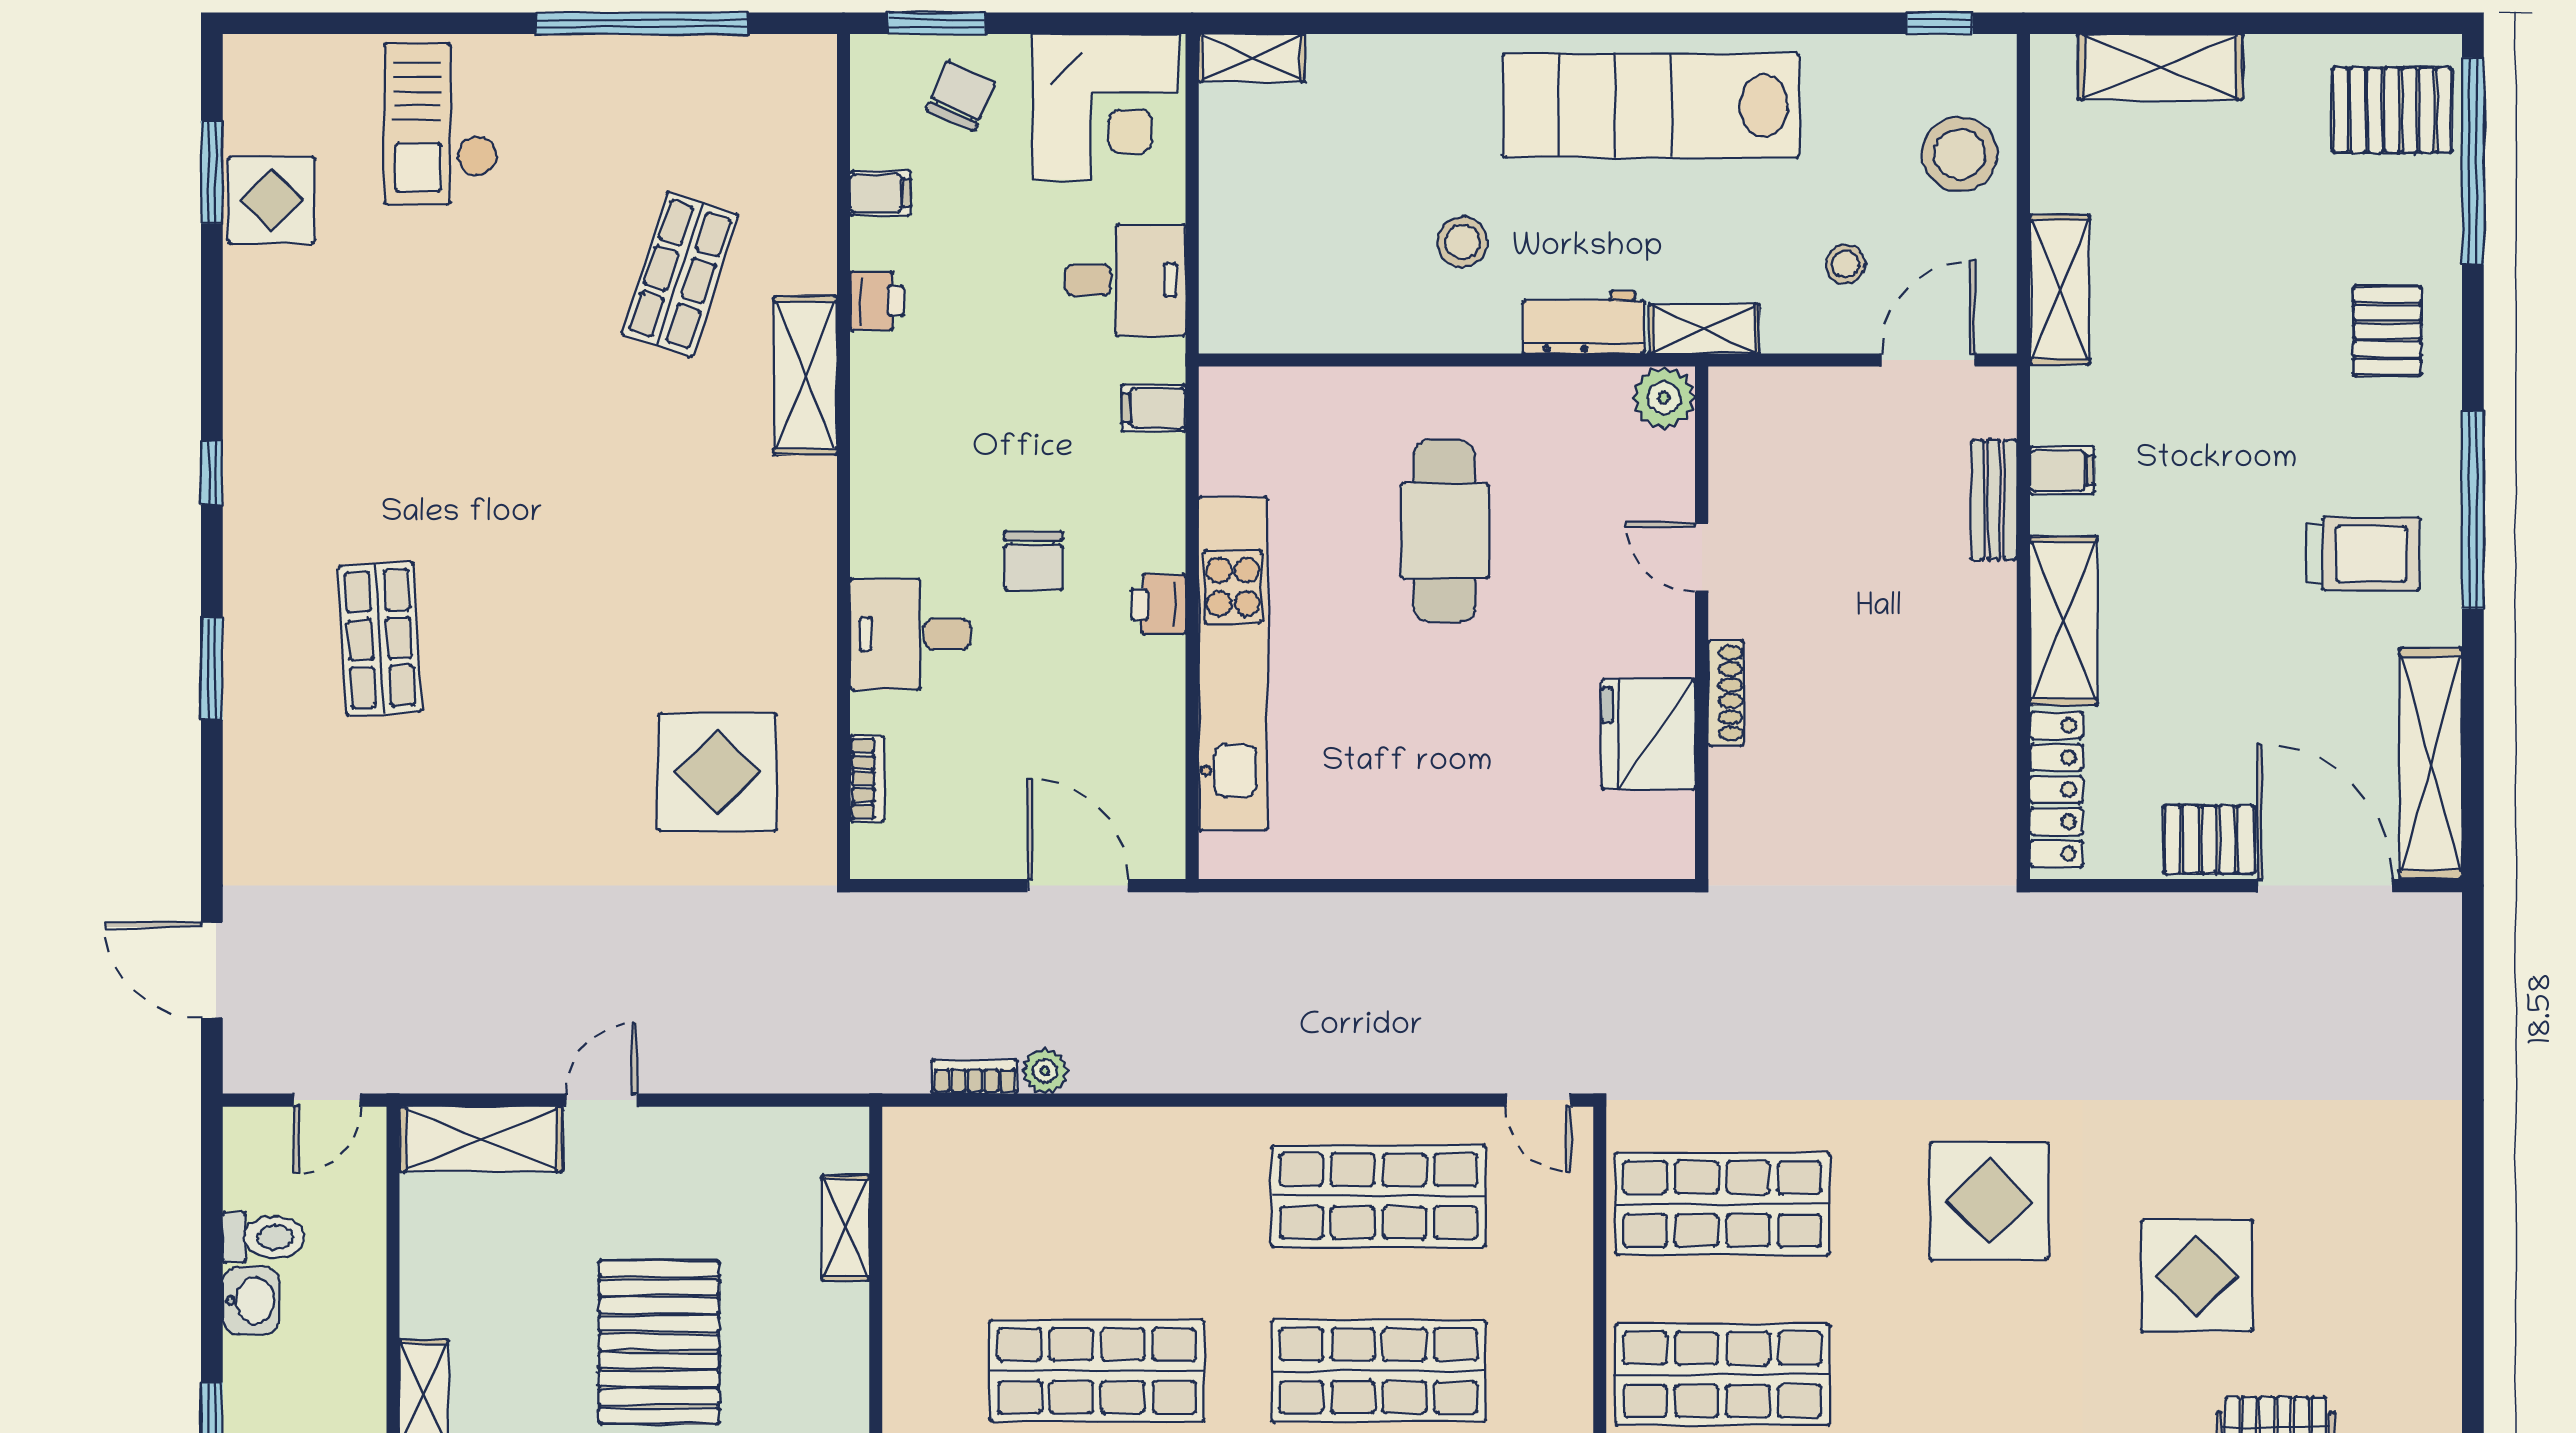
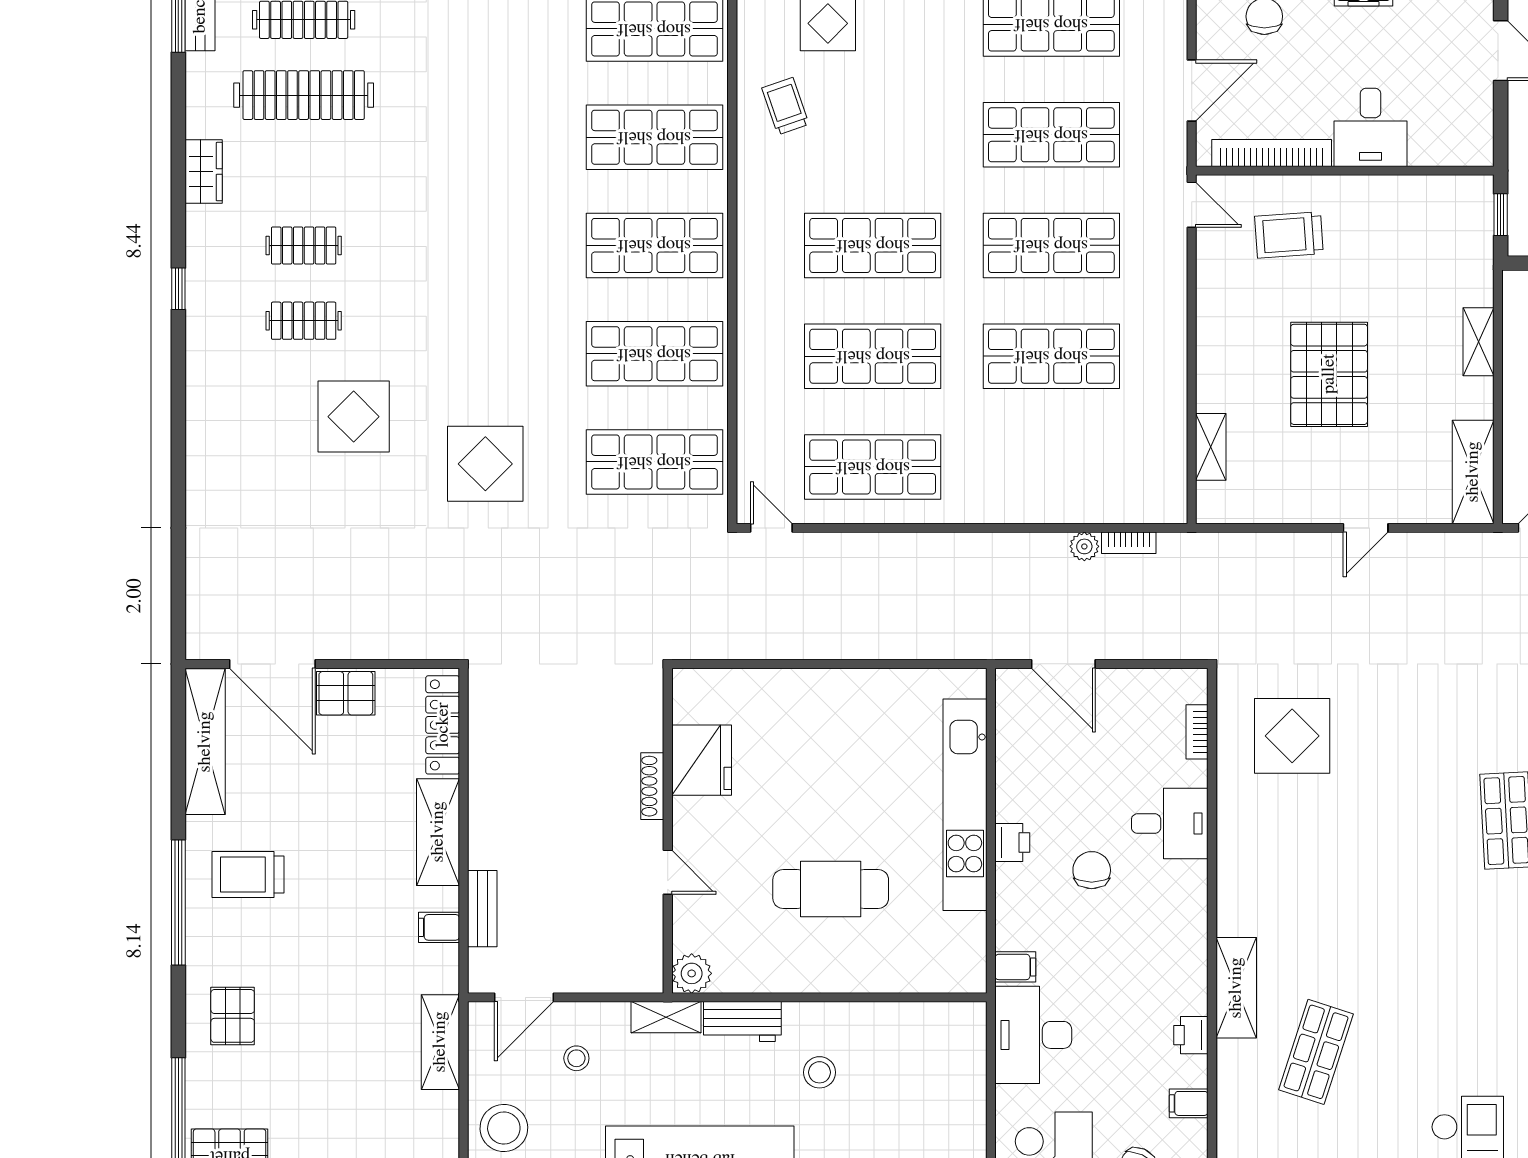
desk: (1125, 280) -> (1033, 1035), width x1.37
cafe table: (1445, 531) -> (831, 889), turned 90
shelving: (481, 1139) -> (1473, 472), moved, turned 90

